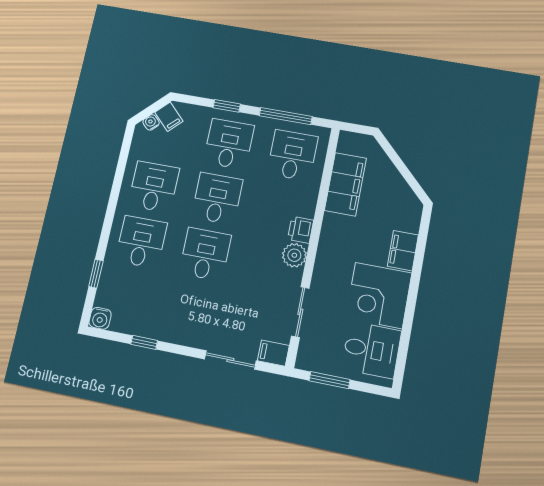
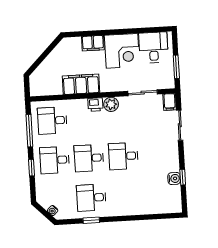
filing cabinet: (169, 117) -> (47, 201), removed
filing cabinet: (345, 184) -> (81, 84), moved
desk: (141, 242) -> (126, 196), removed
window: (96, 274) -> (91, 220), moved
water cooler: (100, 318) -> (174, 179), moved

